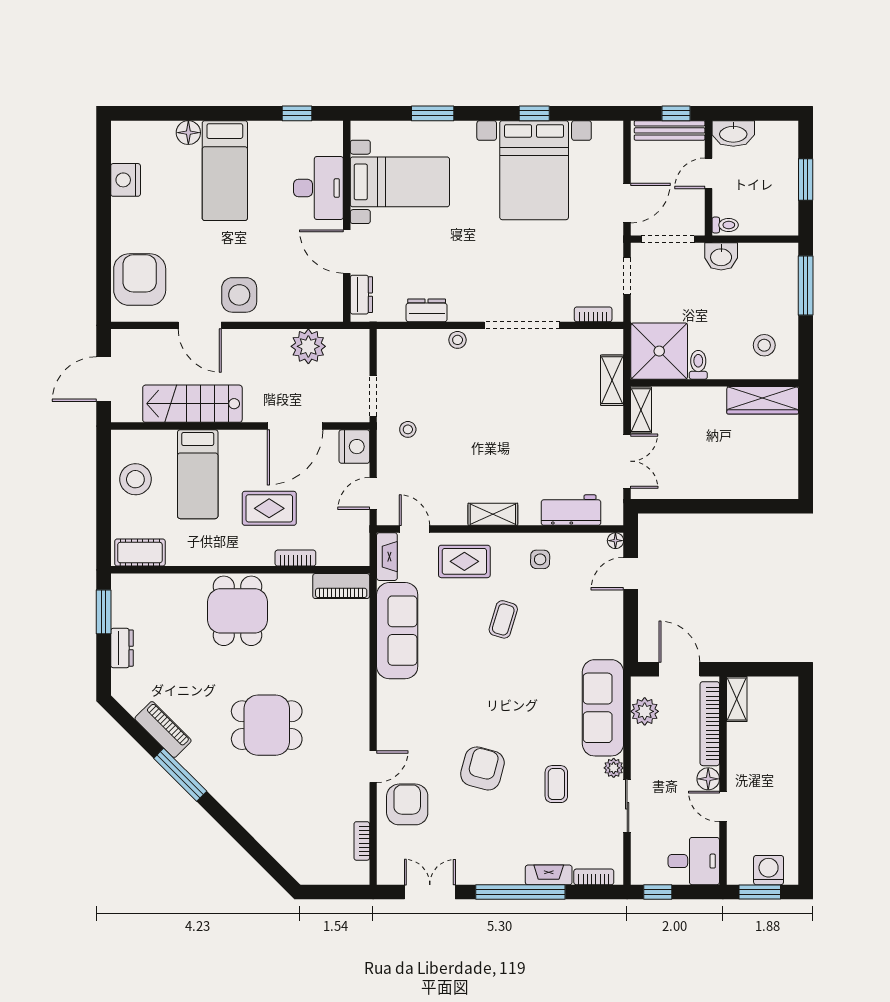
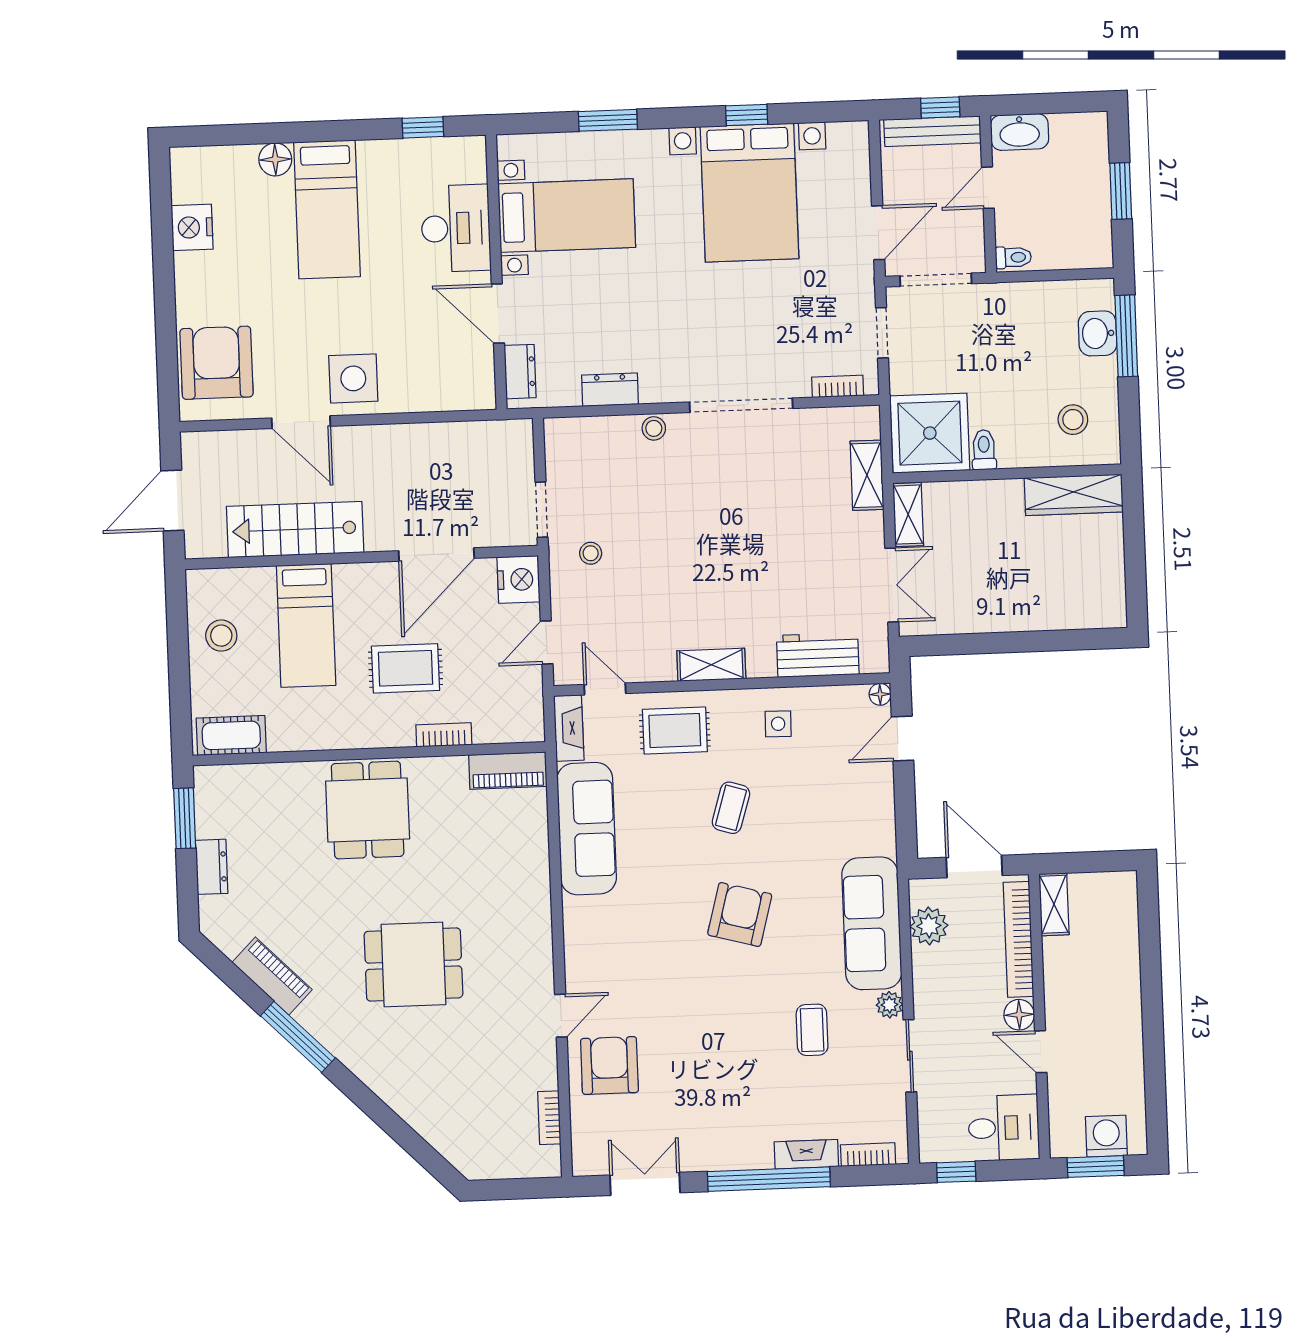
washbasin: (721, 256) -> (1098, 333), moved, turned 90
plant: (308, 346) -> (450, 445), removed
stool: (135, 479) -> (221, 636), width x0.73, depth x0.73
armchair: (482, 768) -> (740, 914), moved

